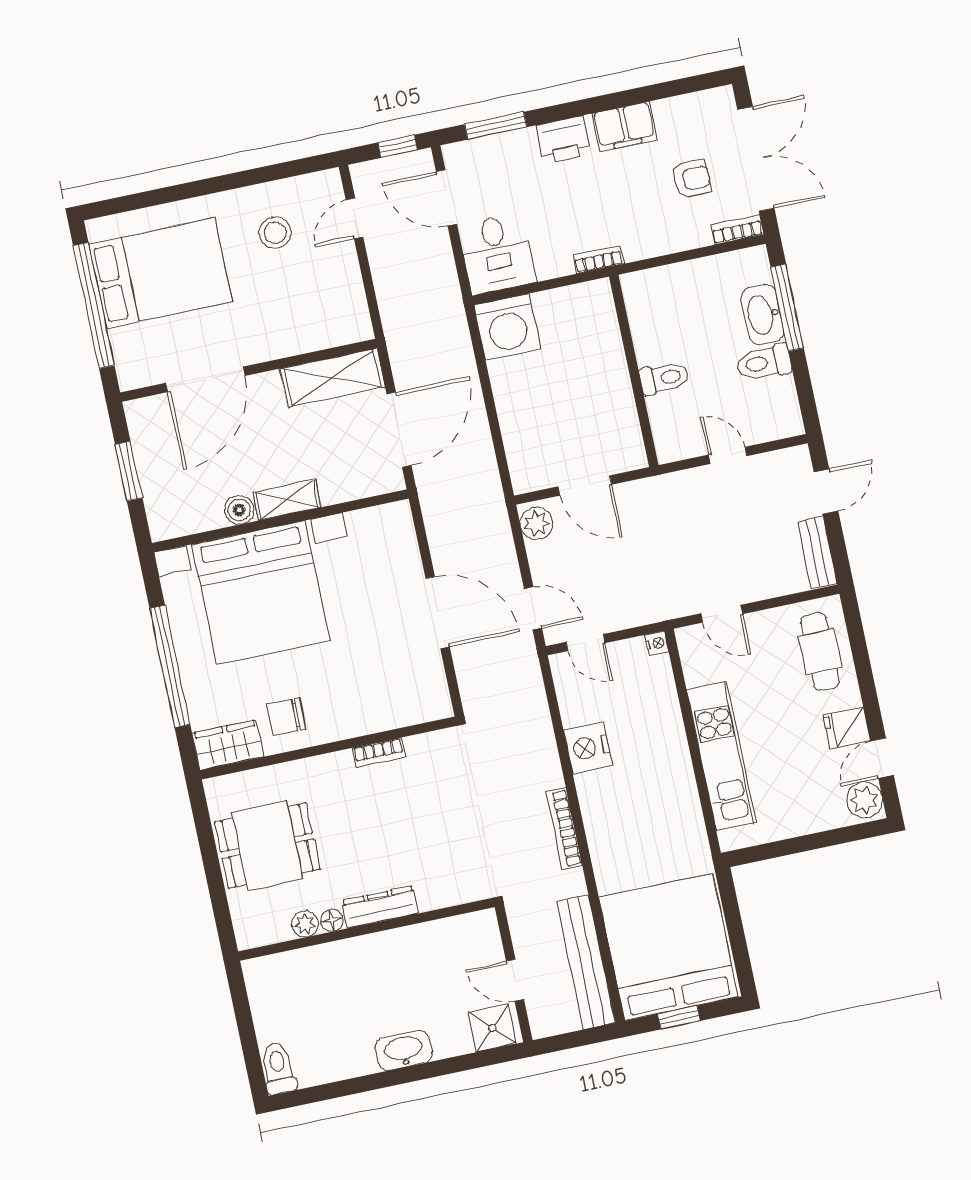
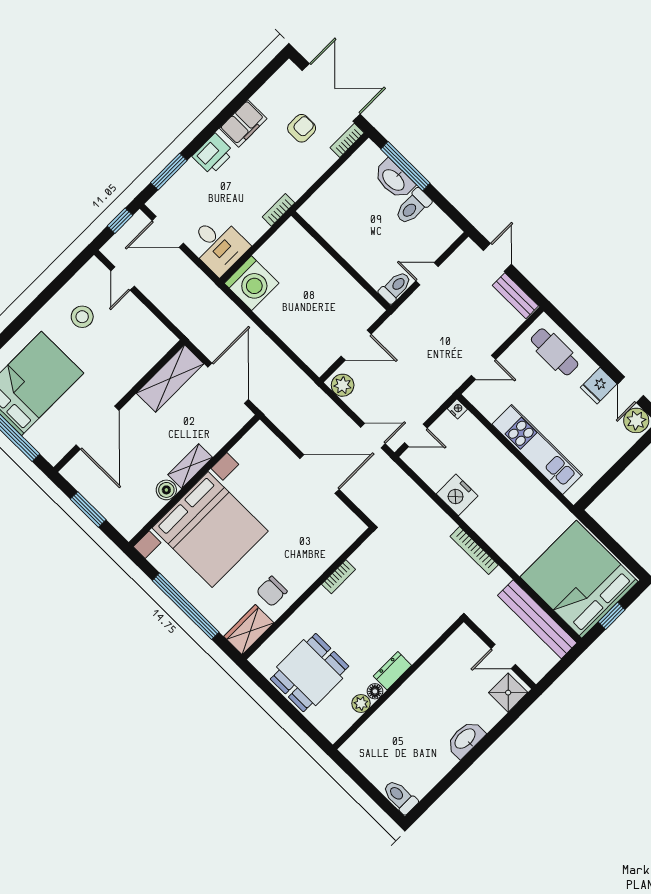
toilet: (664, 378) -> (395, 287), moved
dresser: (380, 907) -> (392, 671), width x0.70

